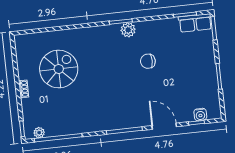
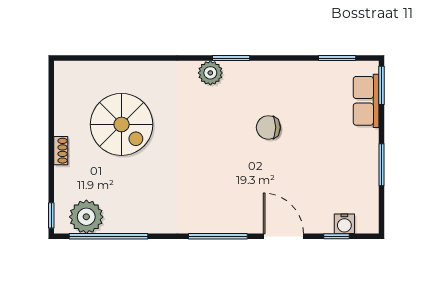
row of seats: (195, 23) -> (366, 101), moved, turned 90
plant: (128, 30) -> (210, 73), moved
spiral stairs: (59, 69) -> (122, 124), turned 90
plant: (39, 133) -> (86, 217), width x1.88, depth x1.88

